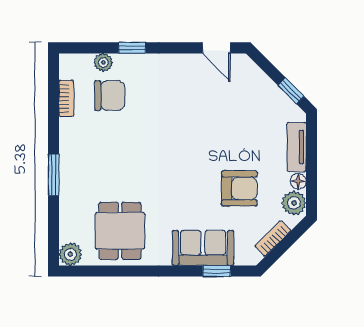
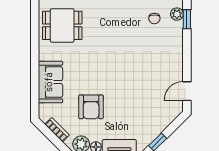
window: (132, 48) -> (187, 19), moved
chair: (110, 96) -> (154, 18), width x0.54, depth x0.54
window: (217, 271) -> (35, 91), removed

